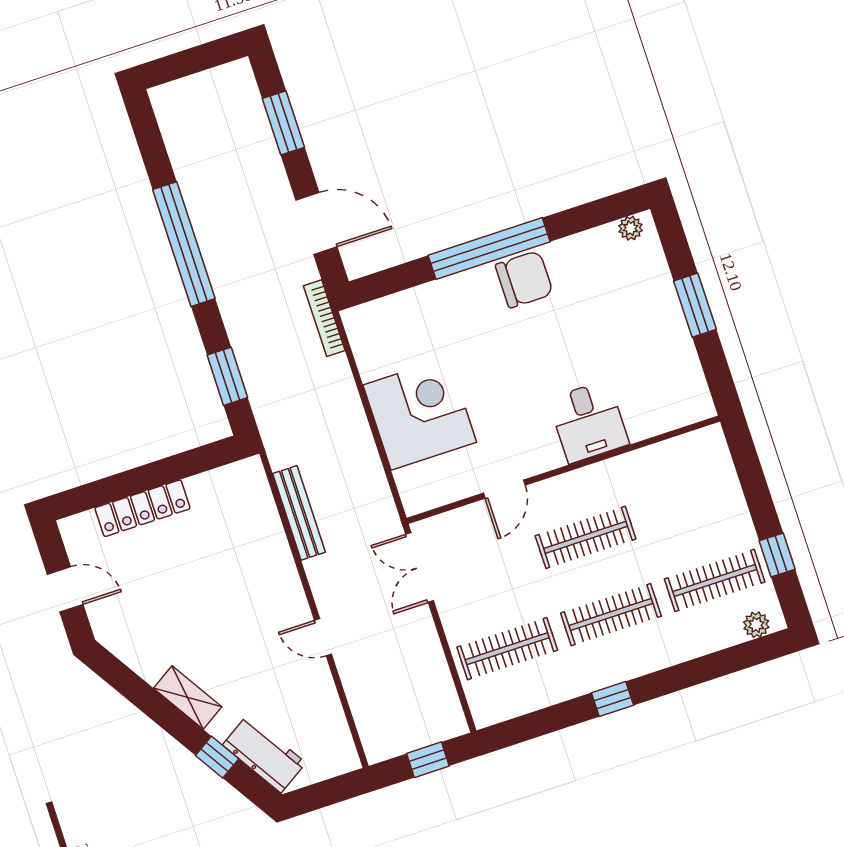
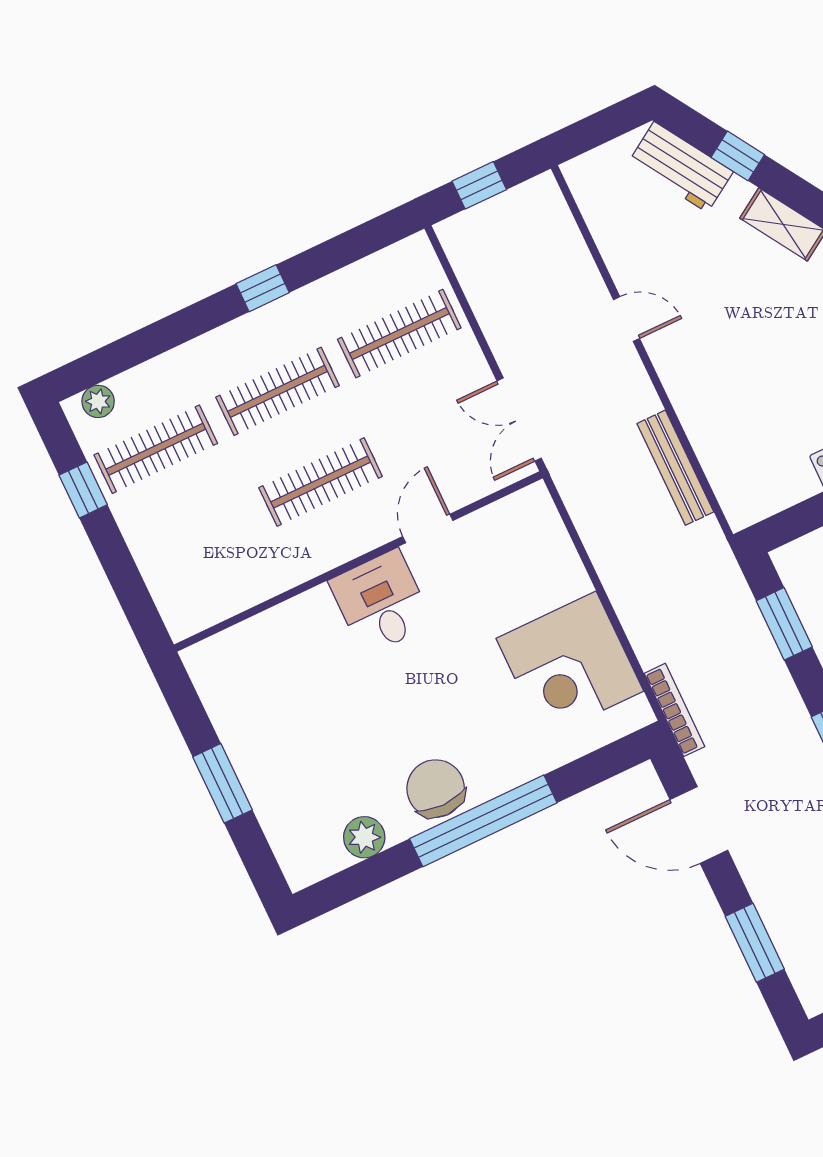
plant: (631, 228) -> (364, 837), moved, width x1.38, depth x1.38
chair: (524, 279) -> (436, 789), turned 90
corner desk: (420, 414) -> (570, 665), moved
desk: (588, 422) -> (381, 602), moved
double door: (420, 567) -> (519, 420), swing flipped

